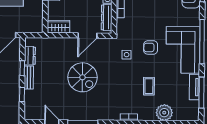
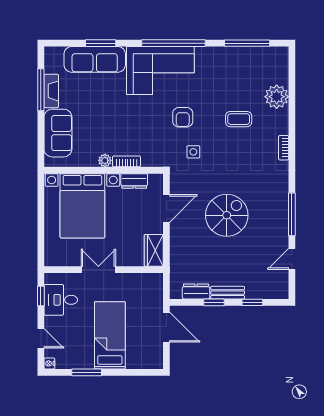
dresser: (107, 18) -> (134, 181), width x0.70
door: (87, 36) -> (166, 209), hinge flipped
corner sofa: (183, 50) -> (160, 70), moved
tv unit: (194, 87) -> (239, 53), removed

